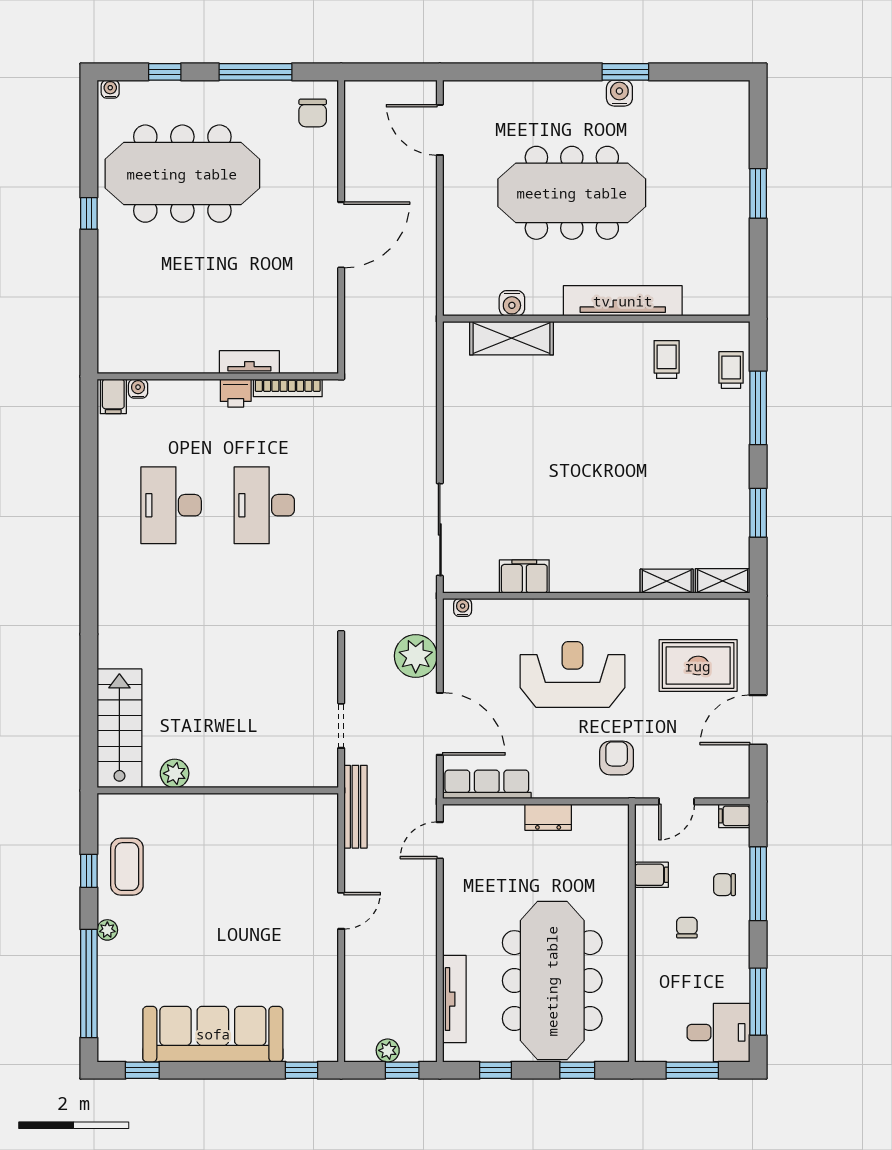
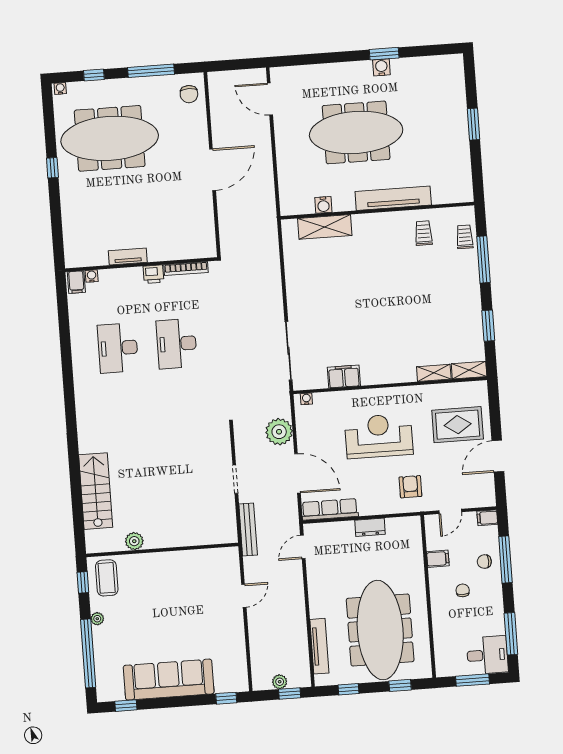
tv unit: (249, 362) -> (128, 257), moved
plant: (175, 773) -> (134, 541), moved
wall: (218, 790) -> (162, 550), moved

